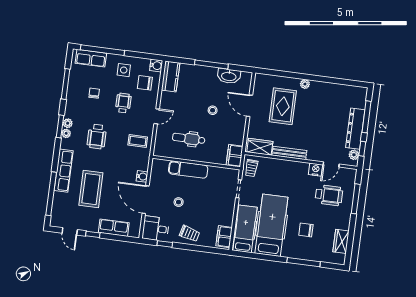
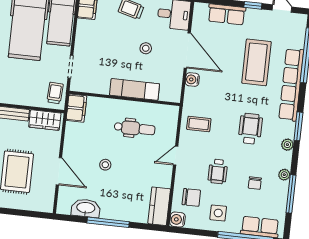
window: (60, 126) -> (298, 126), moved
plant: (66, 133) -> (284, 175), moved
row of seats: (64, 171) -> (291, 85), width x1.36

